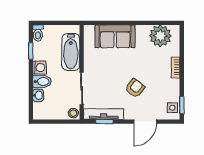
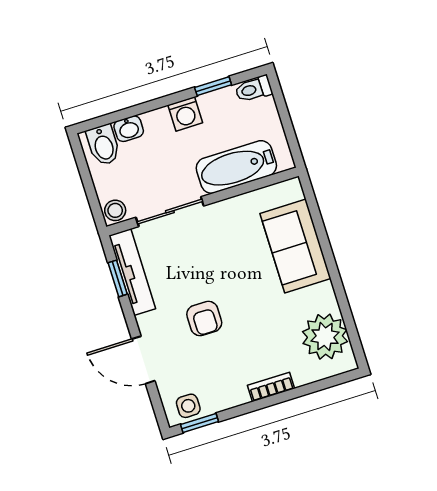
bidet: (42, 82) -> (103, 145), moved
armchair: (135, 88) -> (204, 318), turned 52

